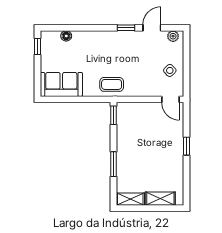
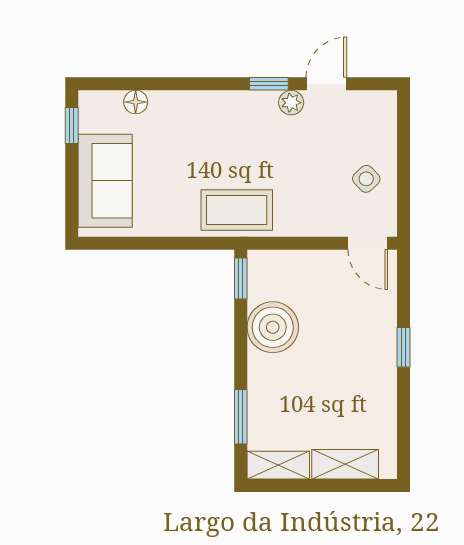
plant: (173, 36) -> (291, 103), moved
sofa: (61, 84) -> (105, 181), moved, turned 90
coffee table: (112, 84) -> (237, 210), width x1.36, depth x1.30
boiler: (128, 137) -> (273, 327), added
window: (113, 164) -> (241, 417), moved

